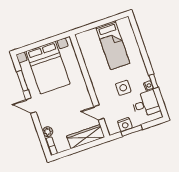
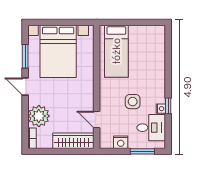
bed: (113, 45) -> (116, 51), moved
window: (132, 131) -> (142, 151), moved
plant: (48, 132) -> (39, 116), width x1.88, depth x1.88

